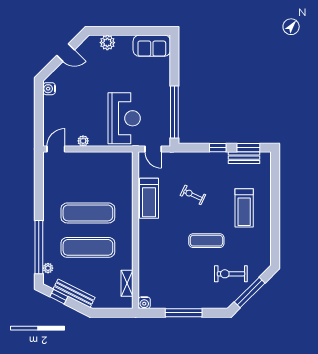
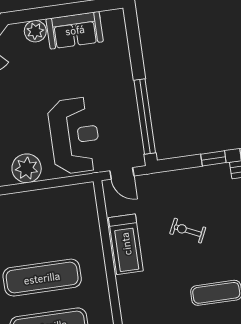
sofa: (152, 46) -> (75, 30), moved
plant: (83, 141) -> (27, 168), width x1.87, depth x1.87

